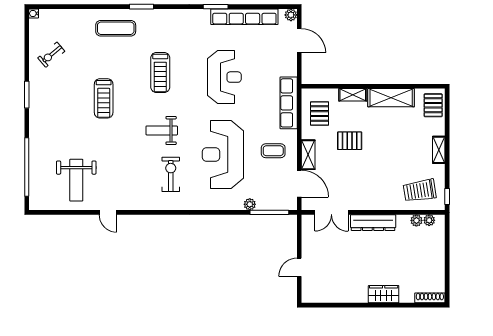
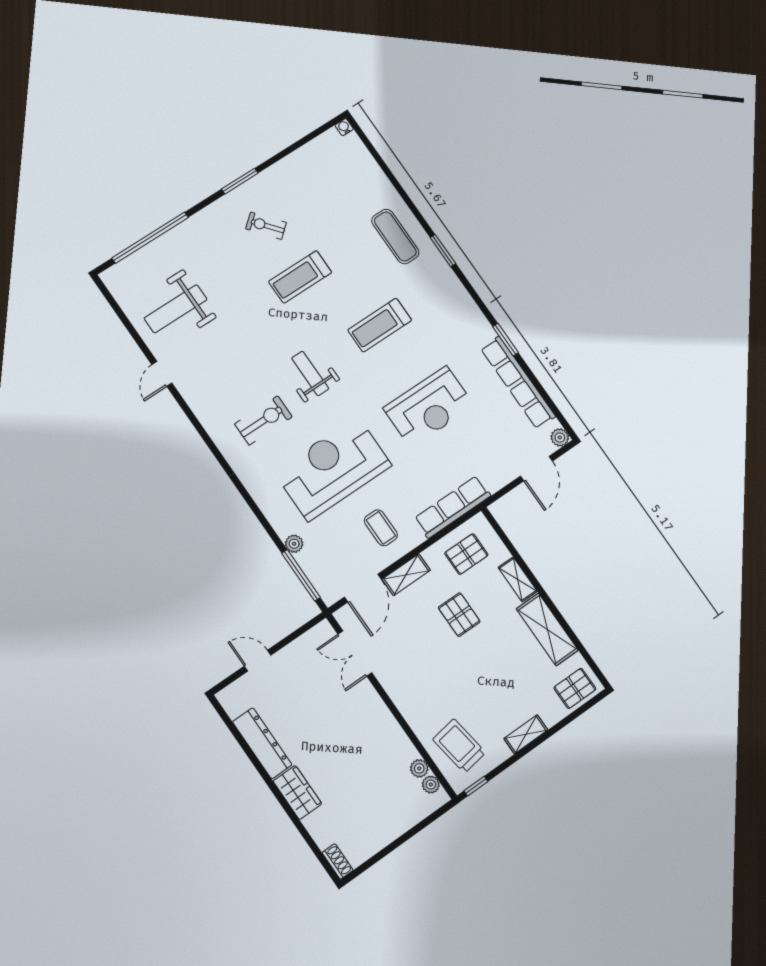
exercise bike: (51, 55) -> (266, 226), moved
dresser: (373, 223) -> (262, 743), moved, turned 180
shoe rack: (430, 298) -> (338, 861), width x0.70

